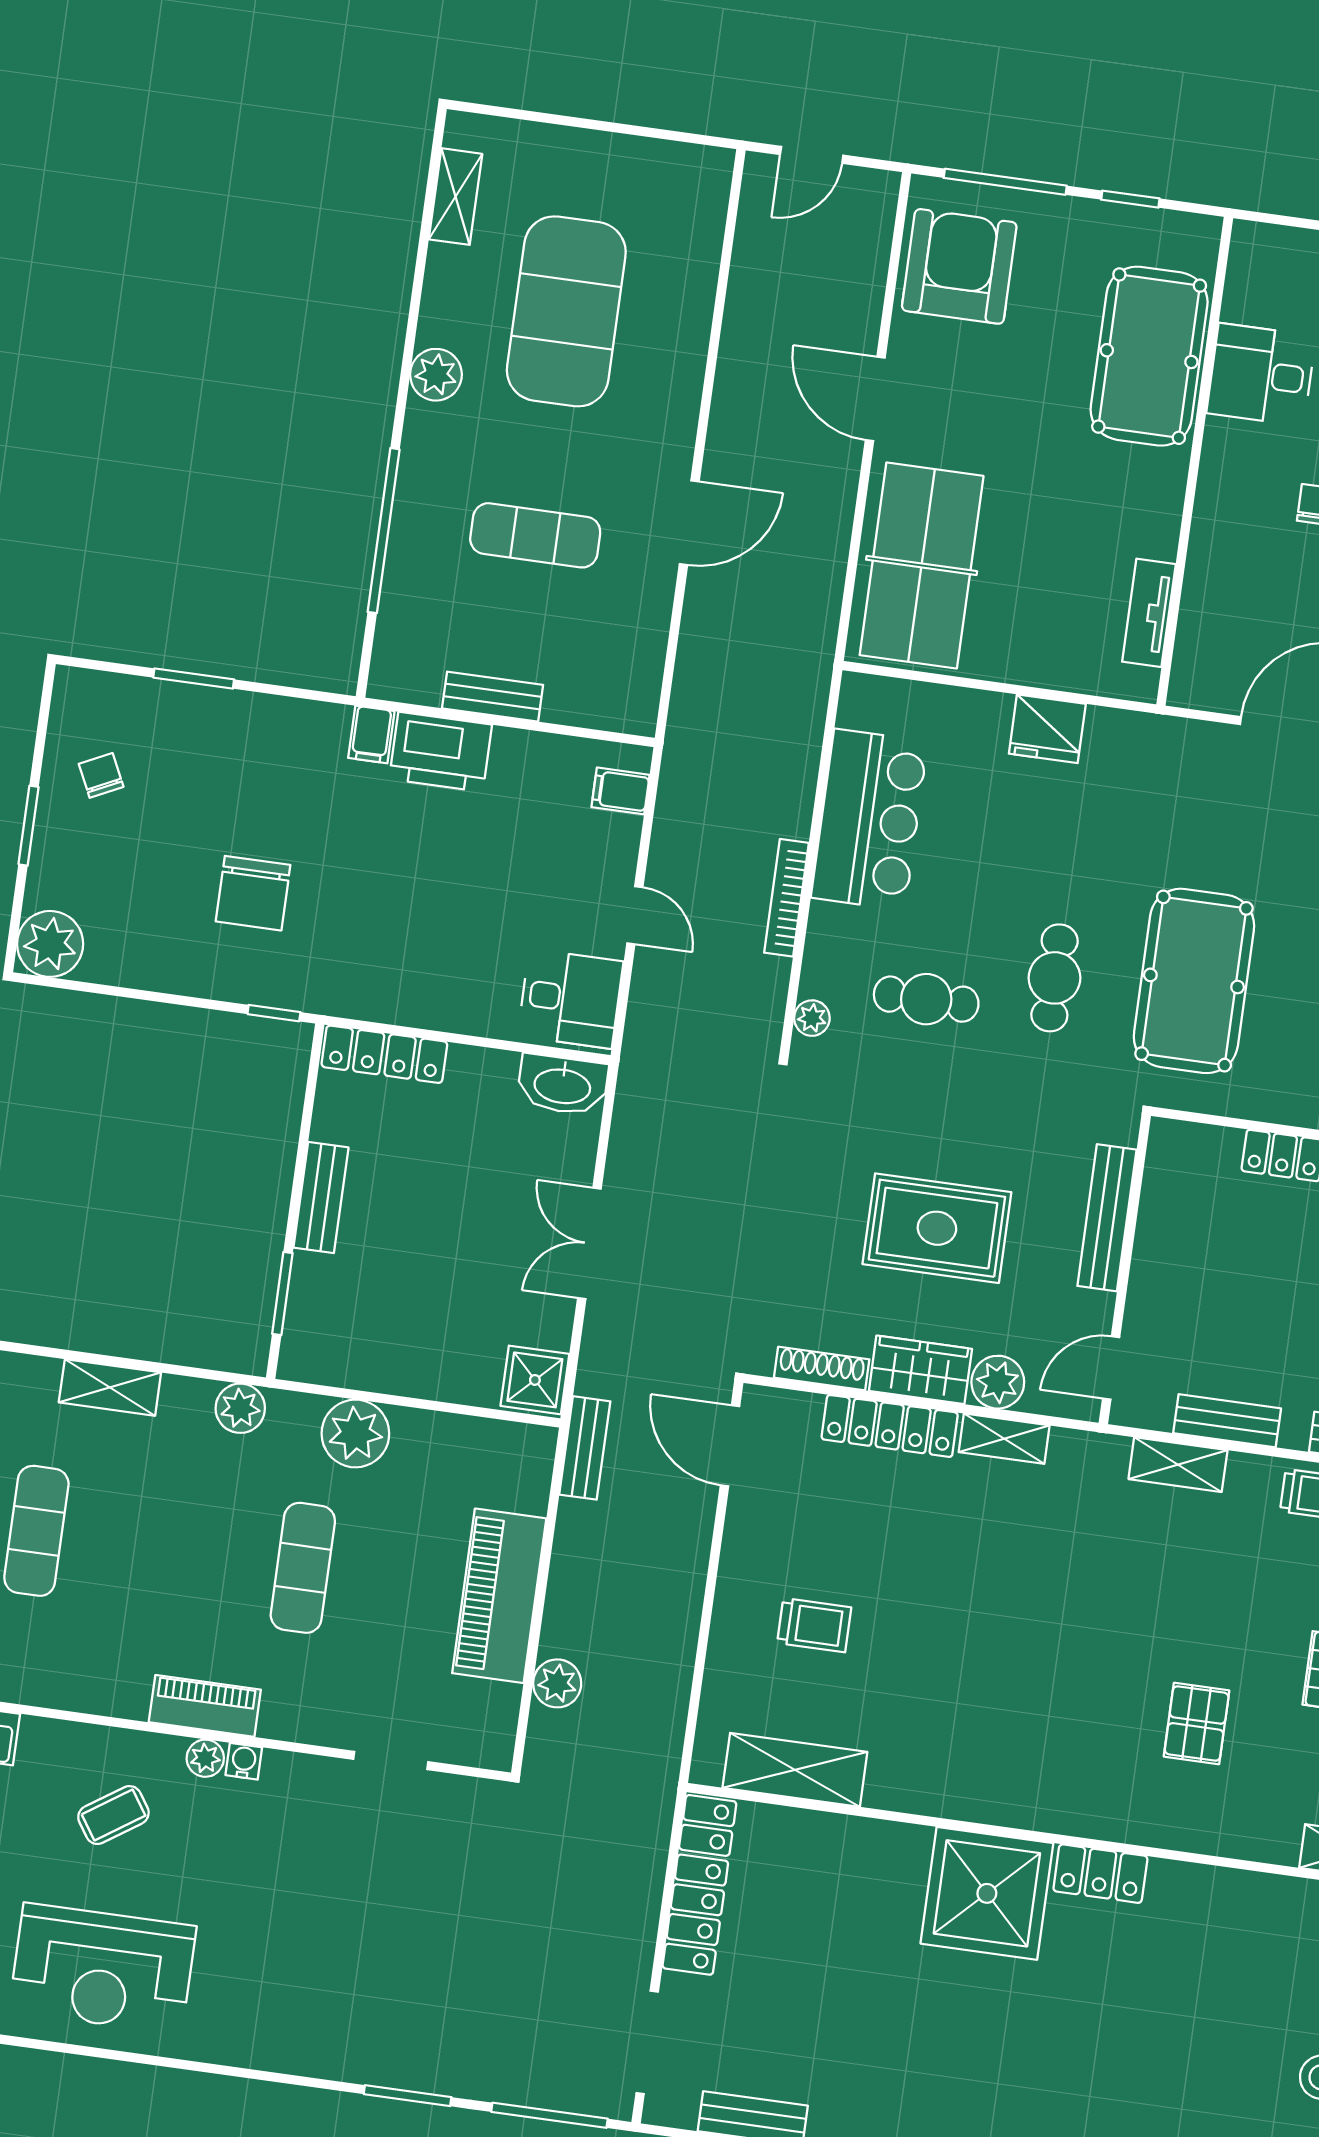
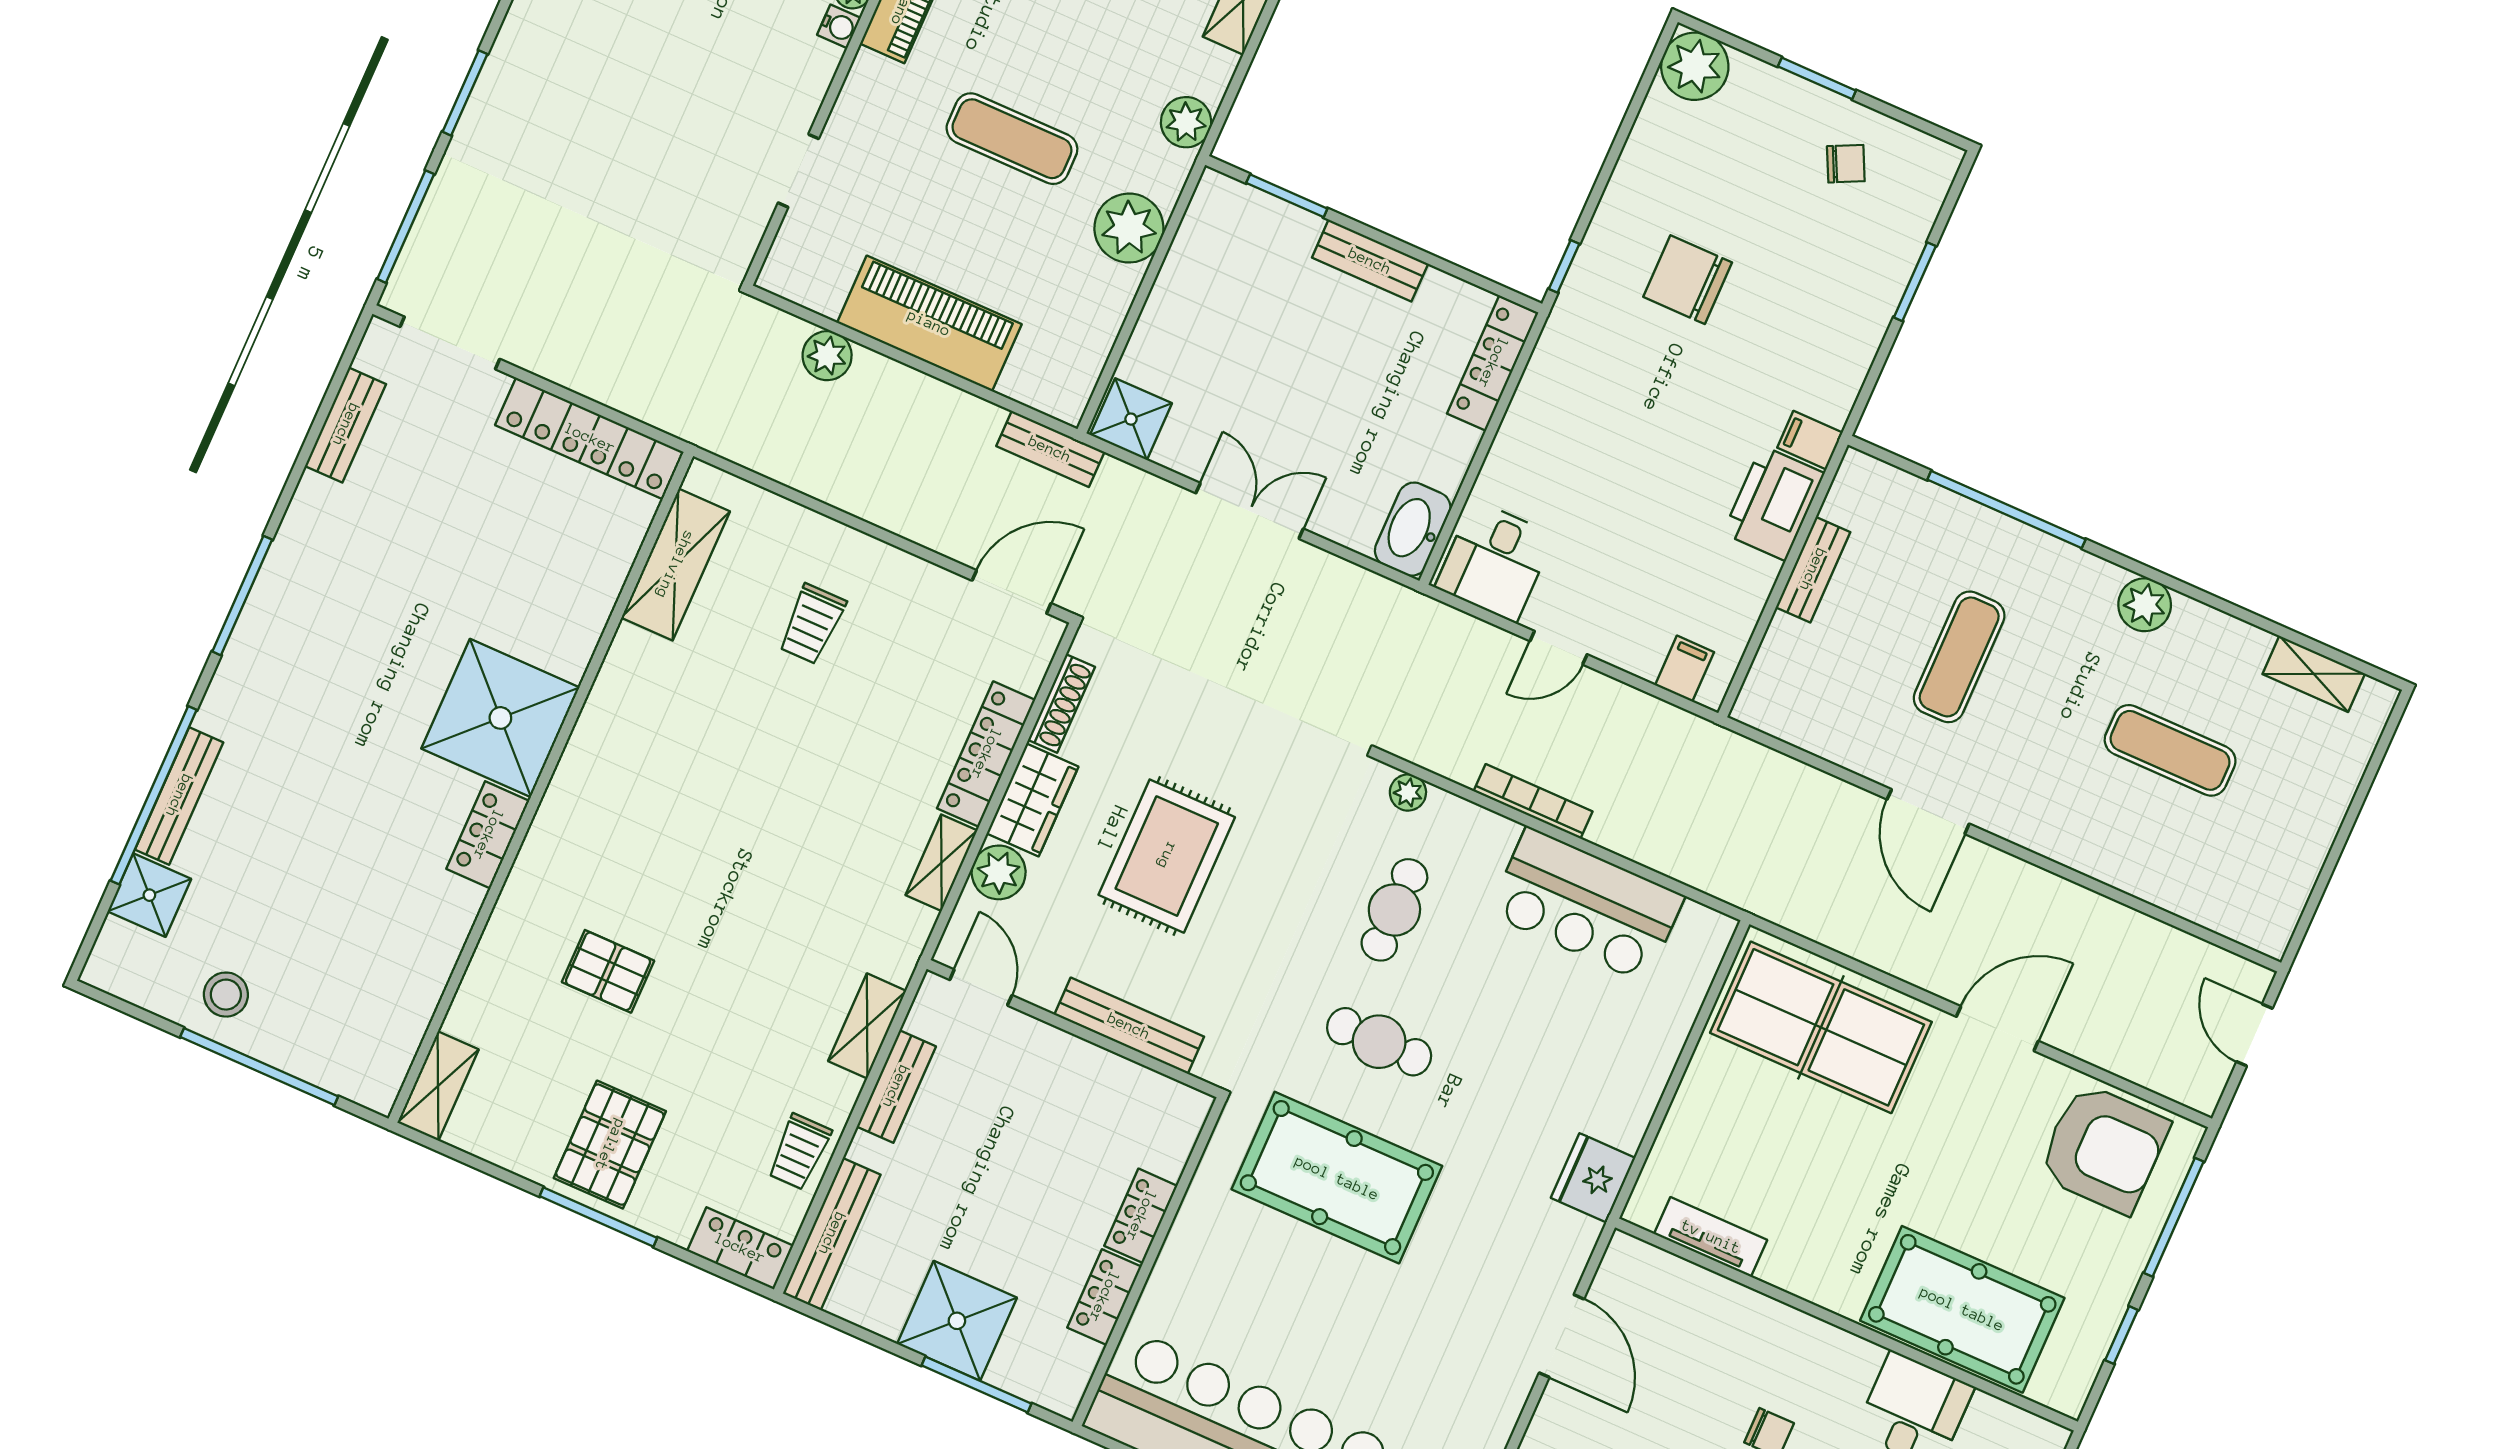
exercise mat: (566, 311) -> (2170, 750), width x0.50, depth x0.69
fridge: (1047, 729) -> (1593, 1178), moved

